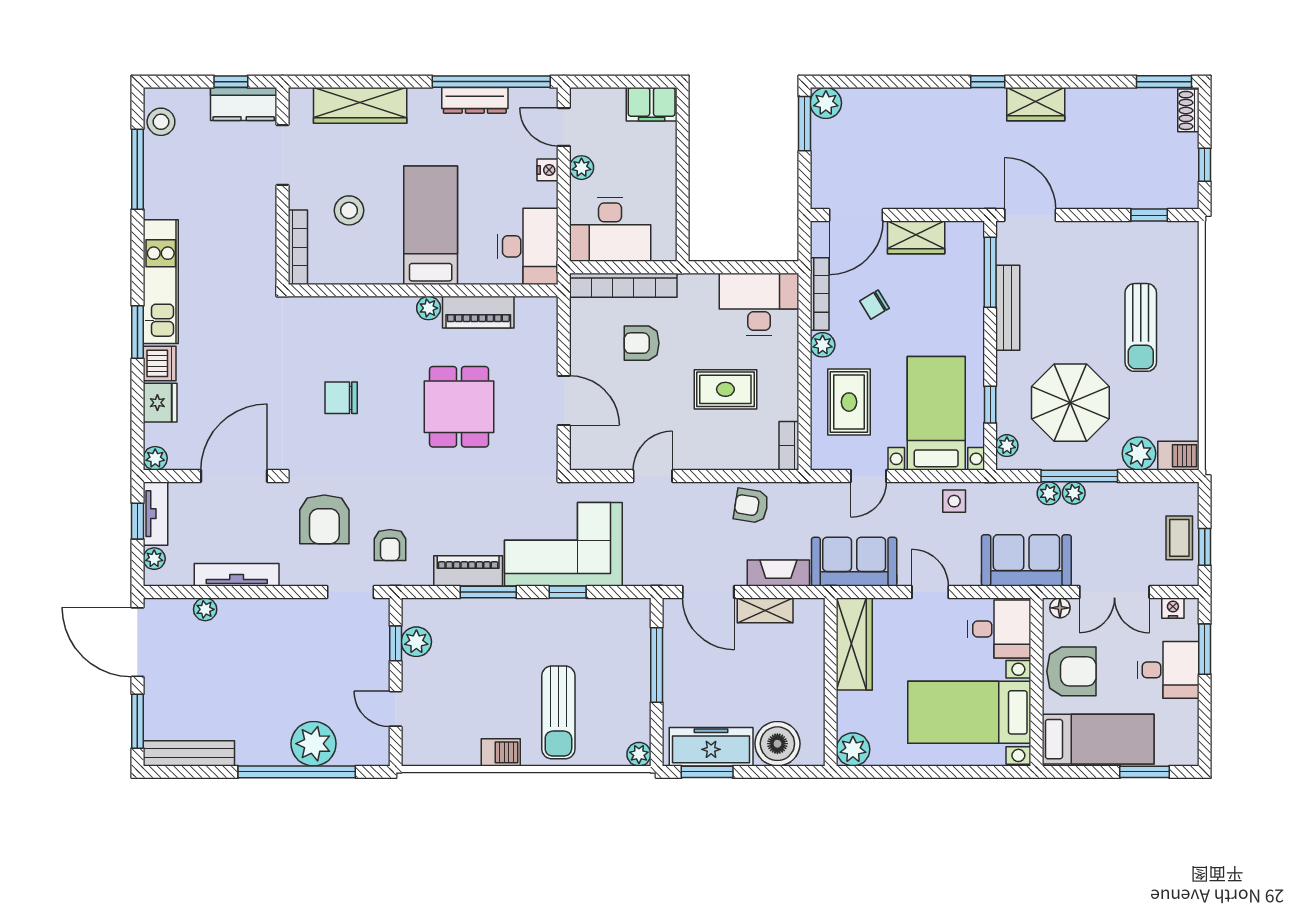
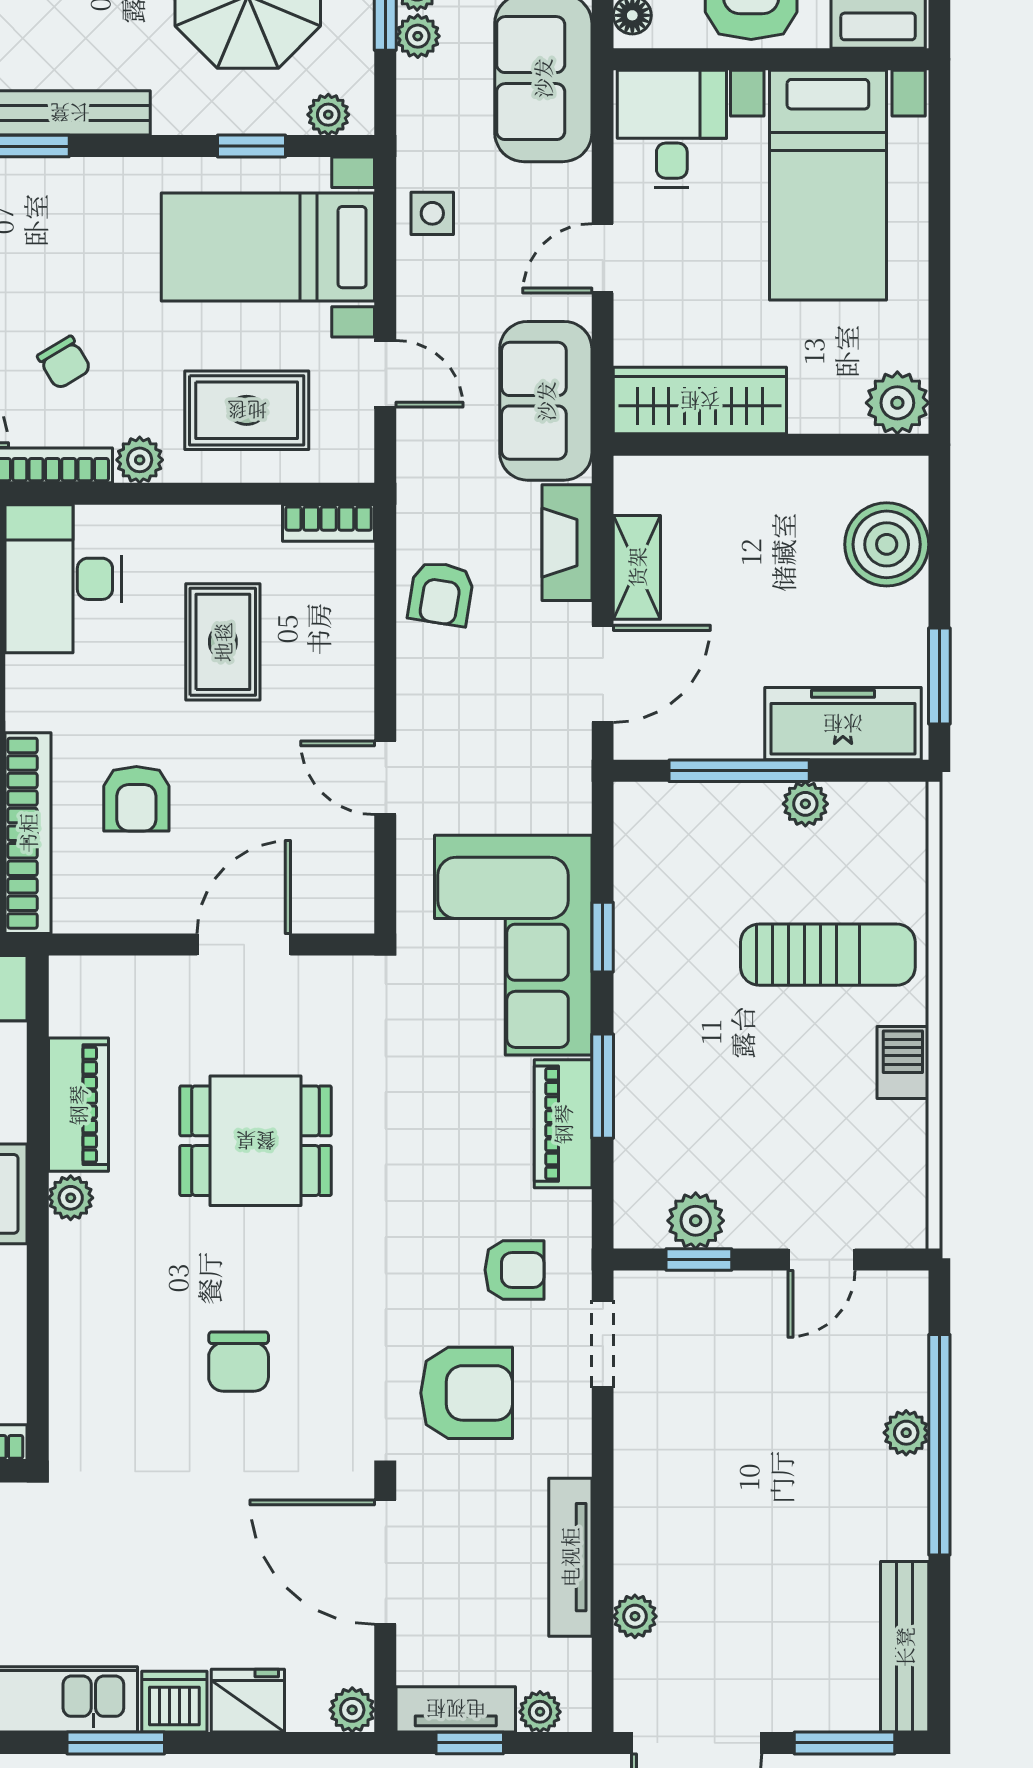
plant: (314, 744) -> (906, 1433), width x0.53, depth x0.53
freezer: (711, 747) -> (843, 724), moved, turned 90
plant: (639, 754) -> (805, 804), moved

